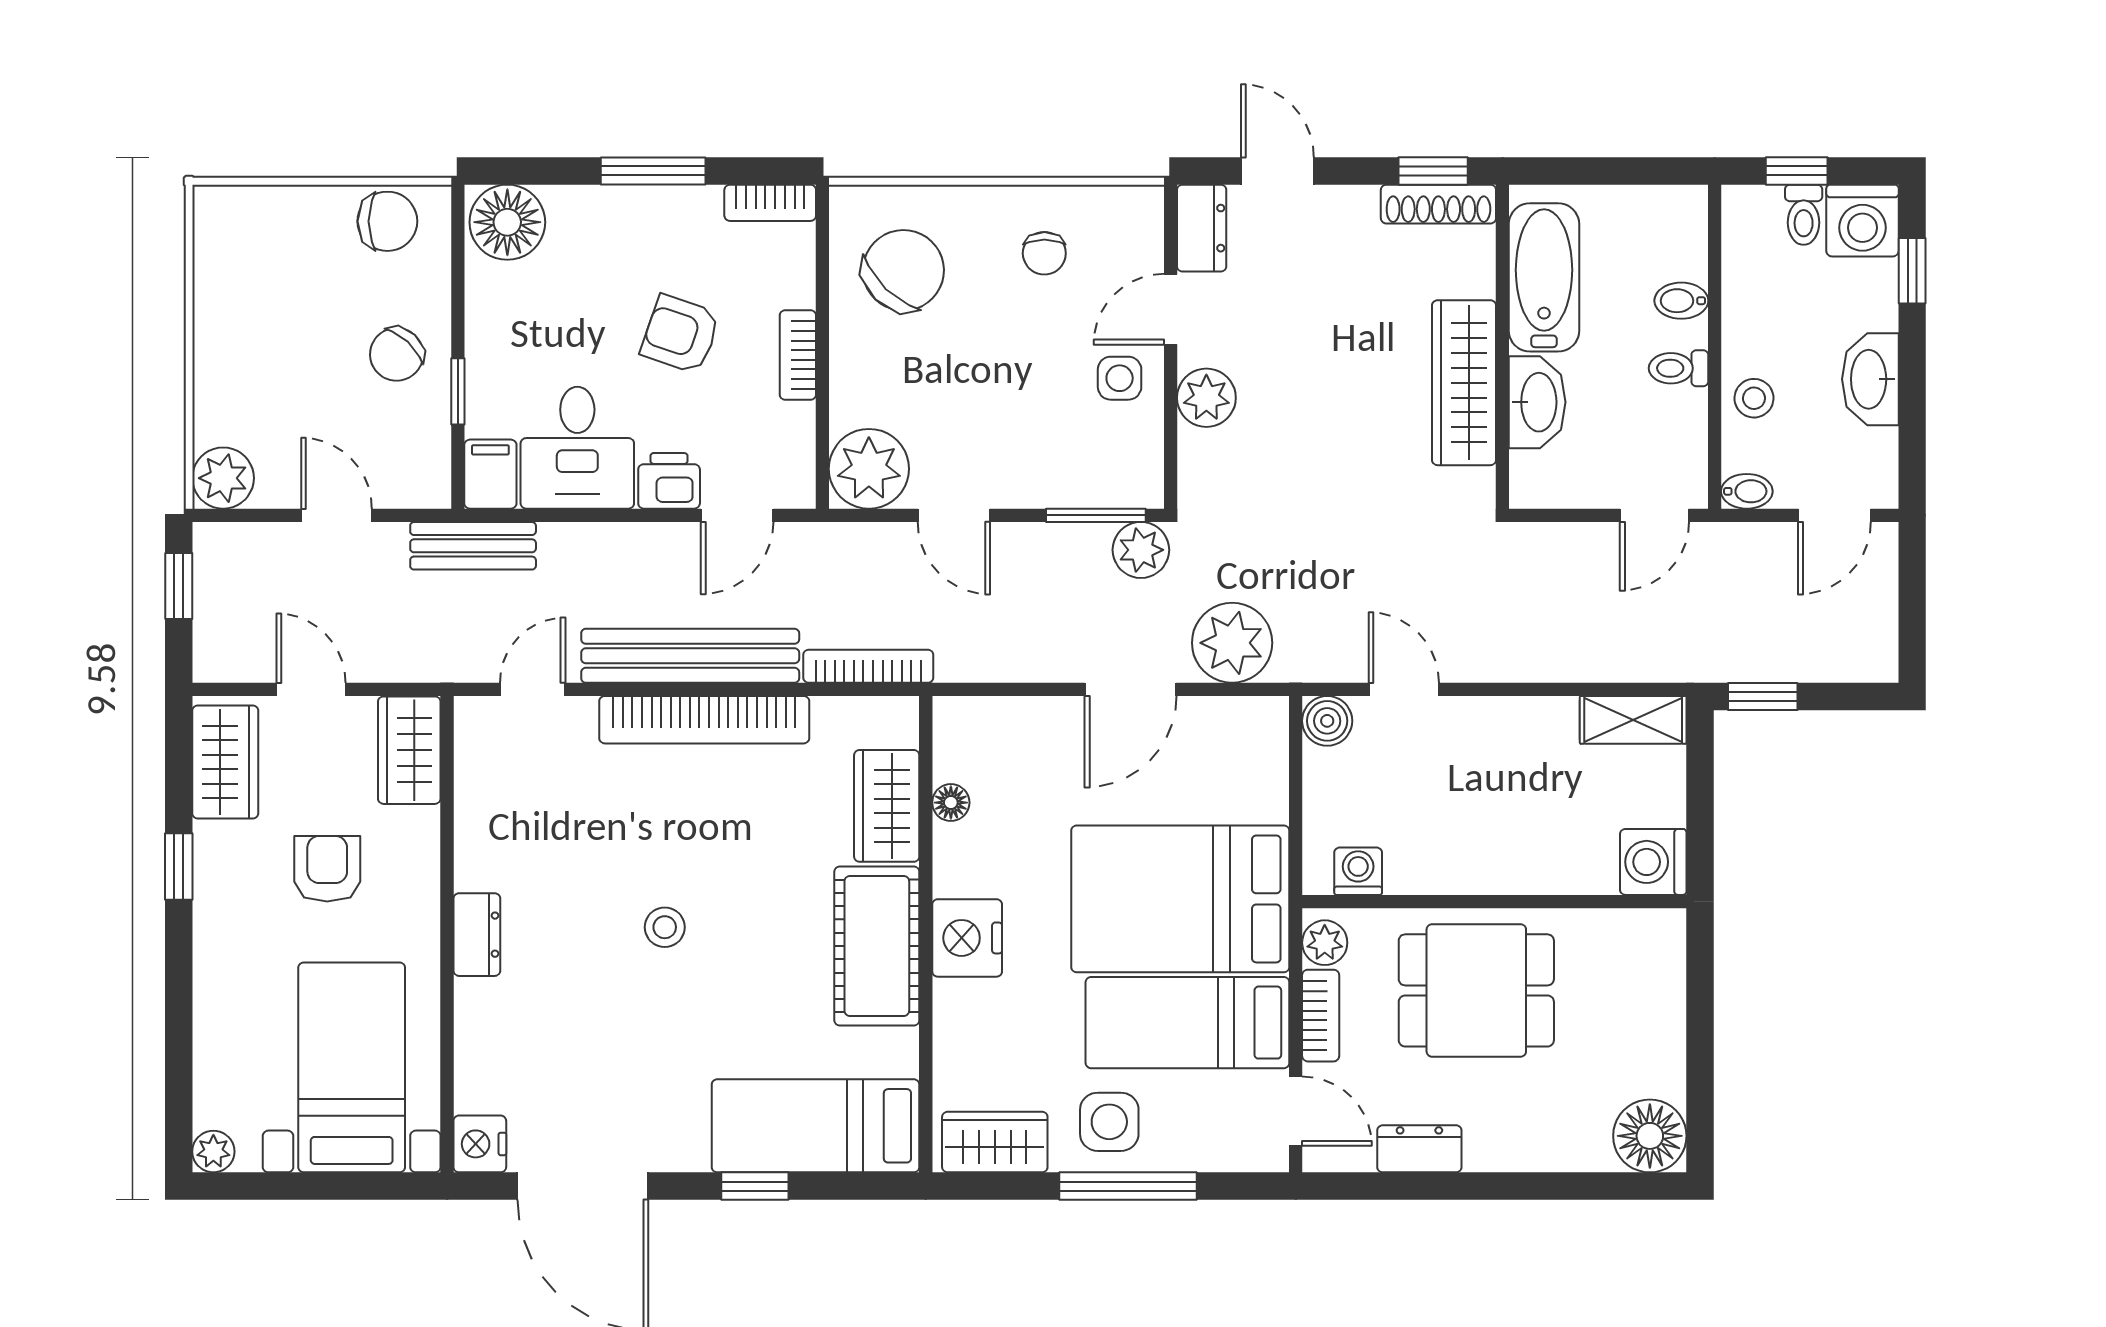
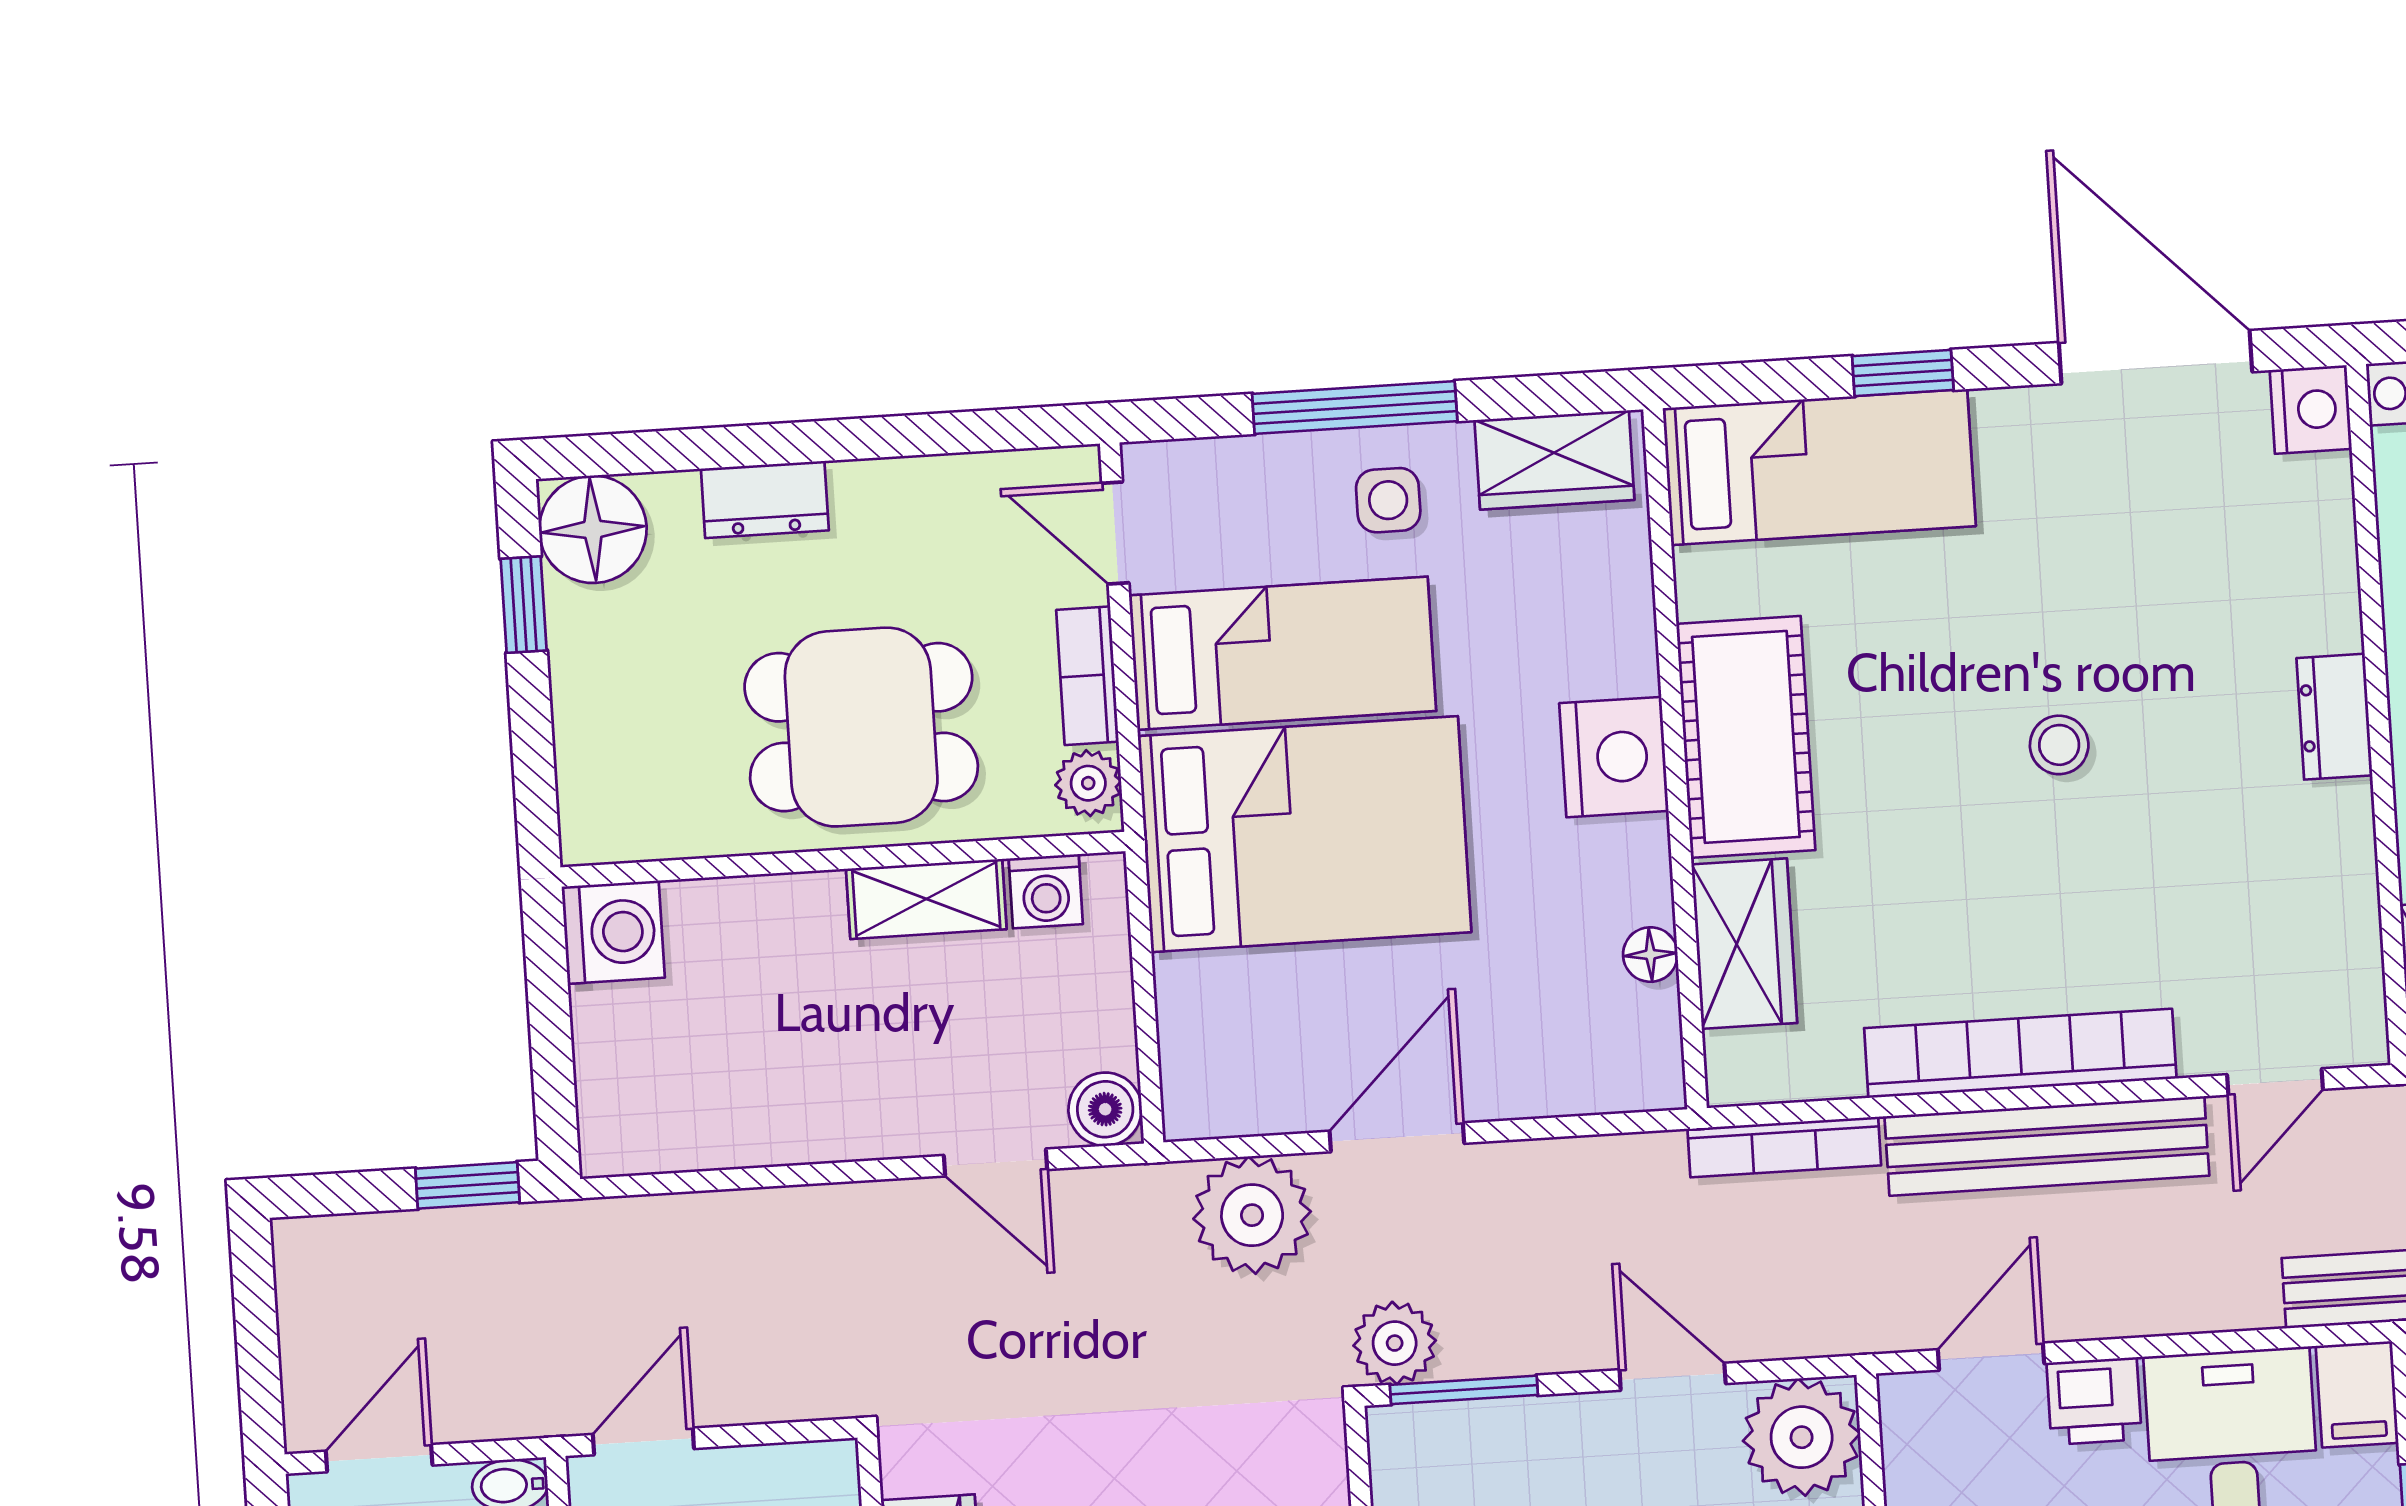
shelving: (1633, 720) -> (926, 899), moved
window: (1700, 1088) -> (524, 605), added
side table: (1109, 1122) -> (1388, 500), width x0.73, depth x0.73
dresser: (1419, 1149) -> (765, 500), moved

